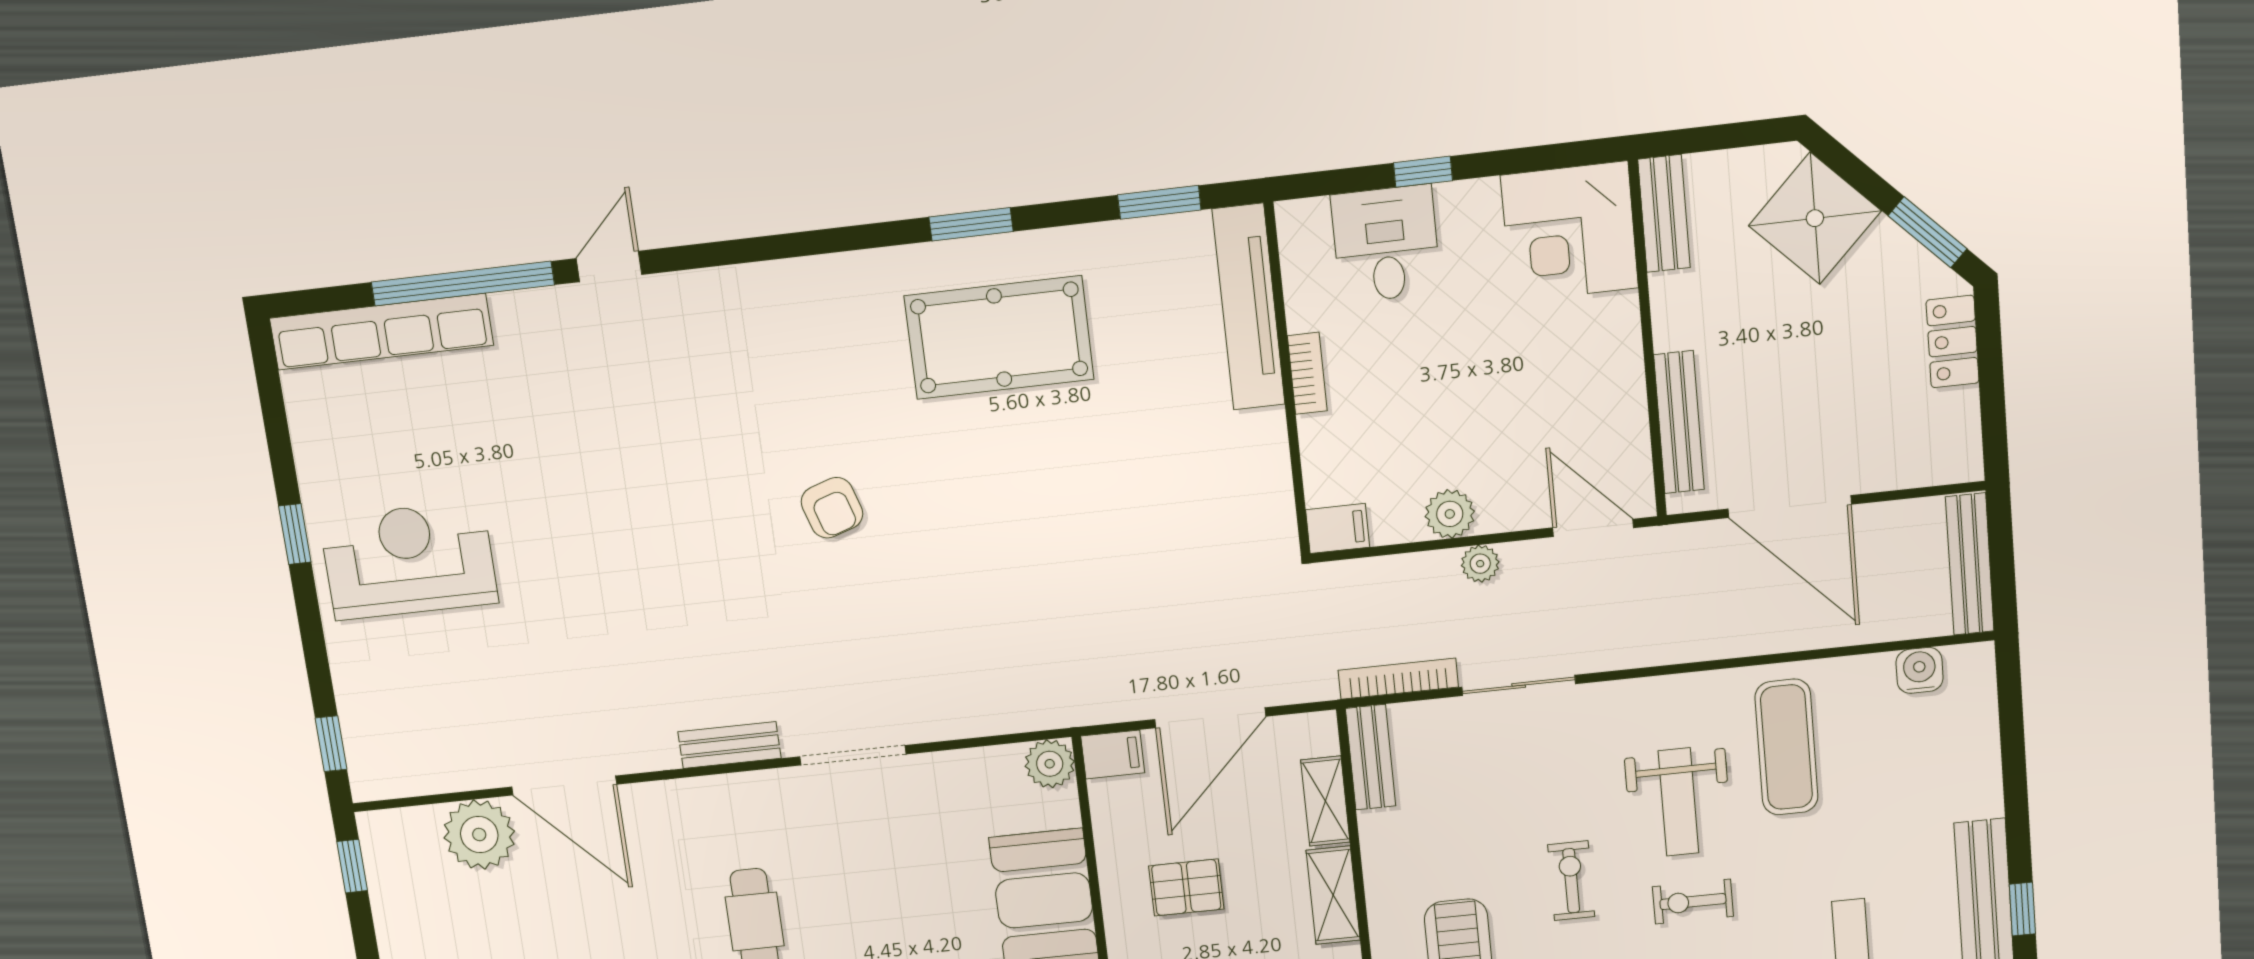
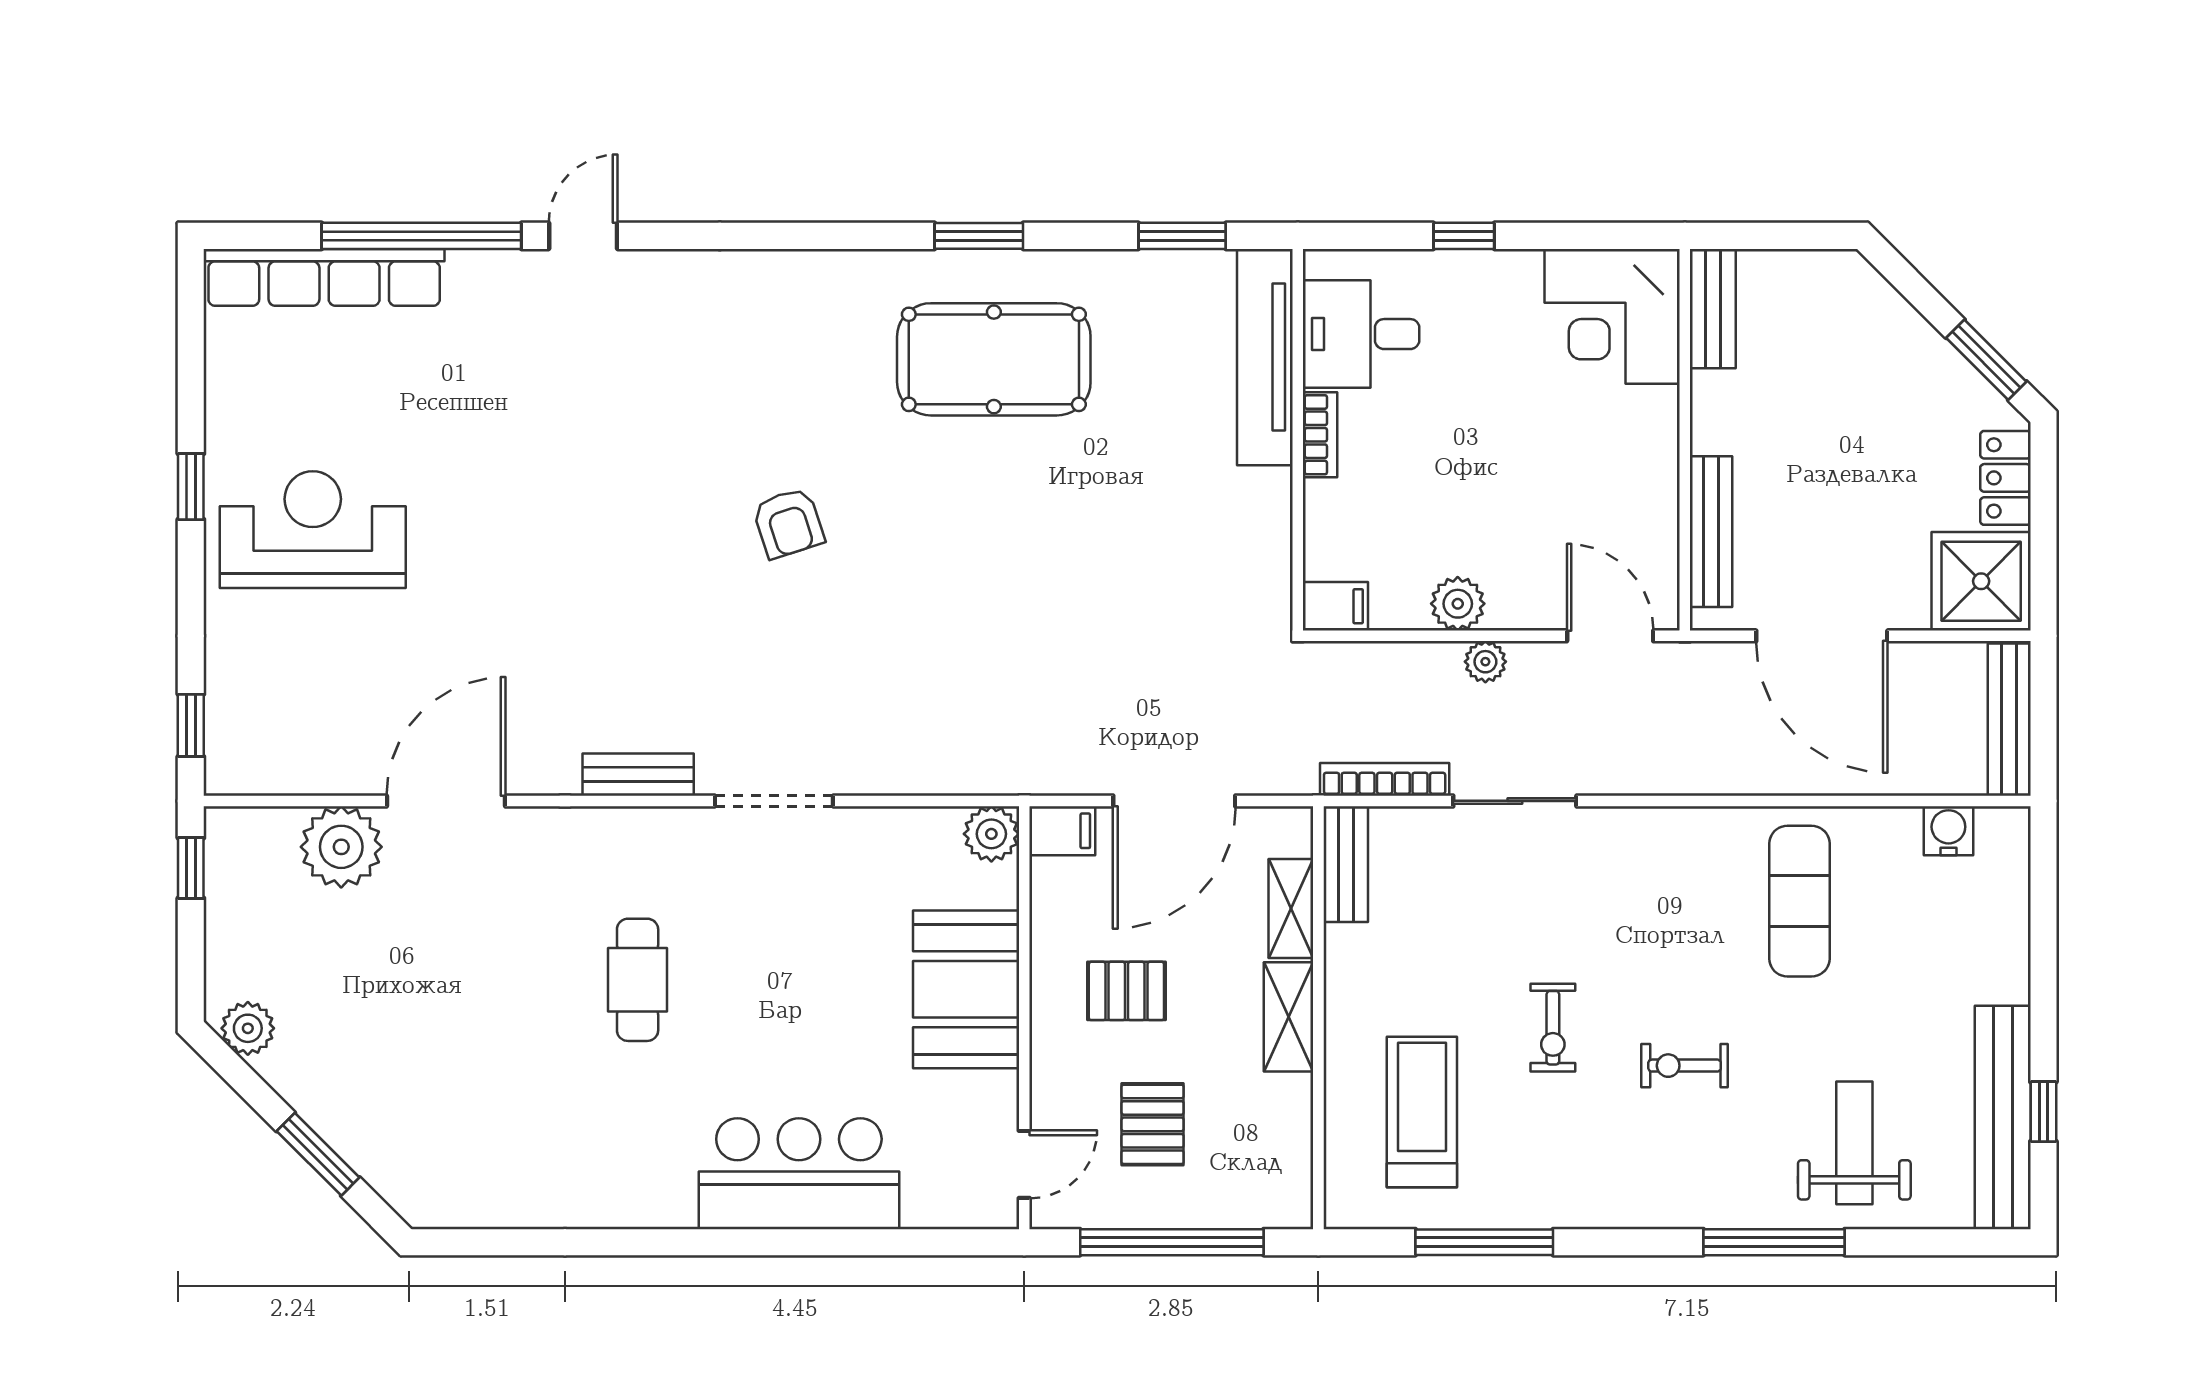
shower: (1815, 218) -> (1981, 581), moved, turned 45
desk: (1386, 244) -> (1361, 334), moved, turned -90
door: (564, 786) -> (446, 801), swing flipped
weight bench: (1678, 802) -> (1678, 950), removed
exercise bike: (1571, 881) -> (1553, 1028), turned 180

